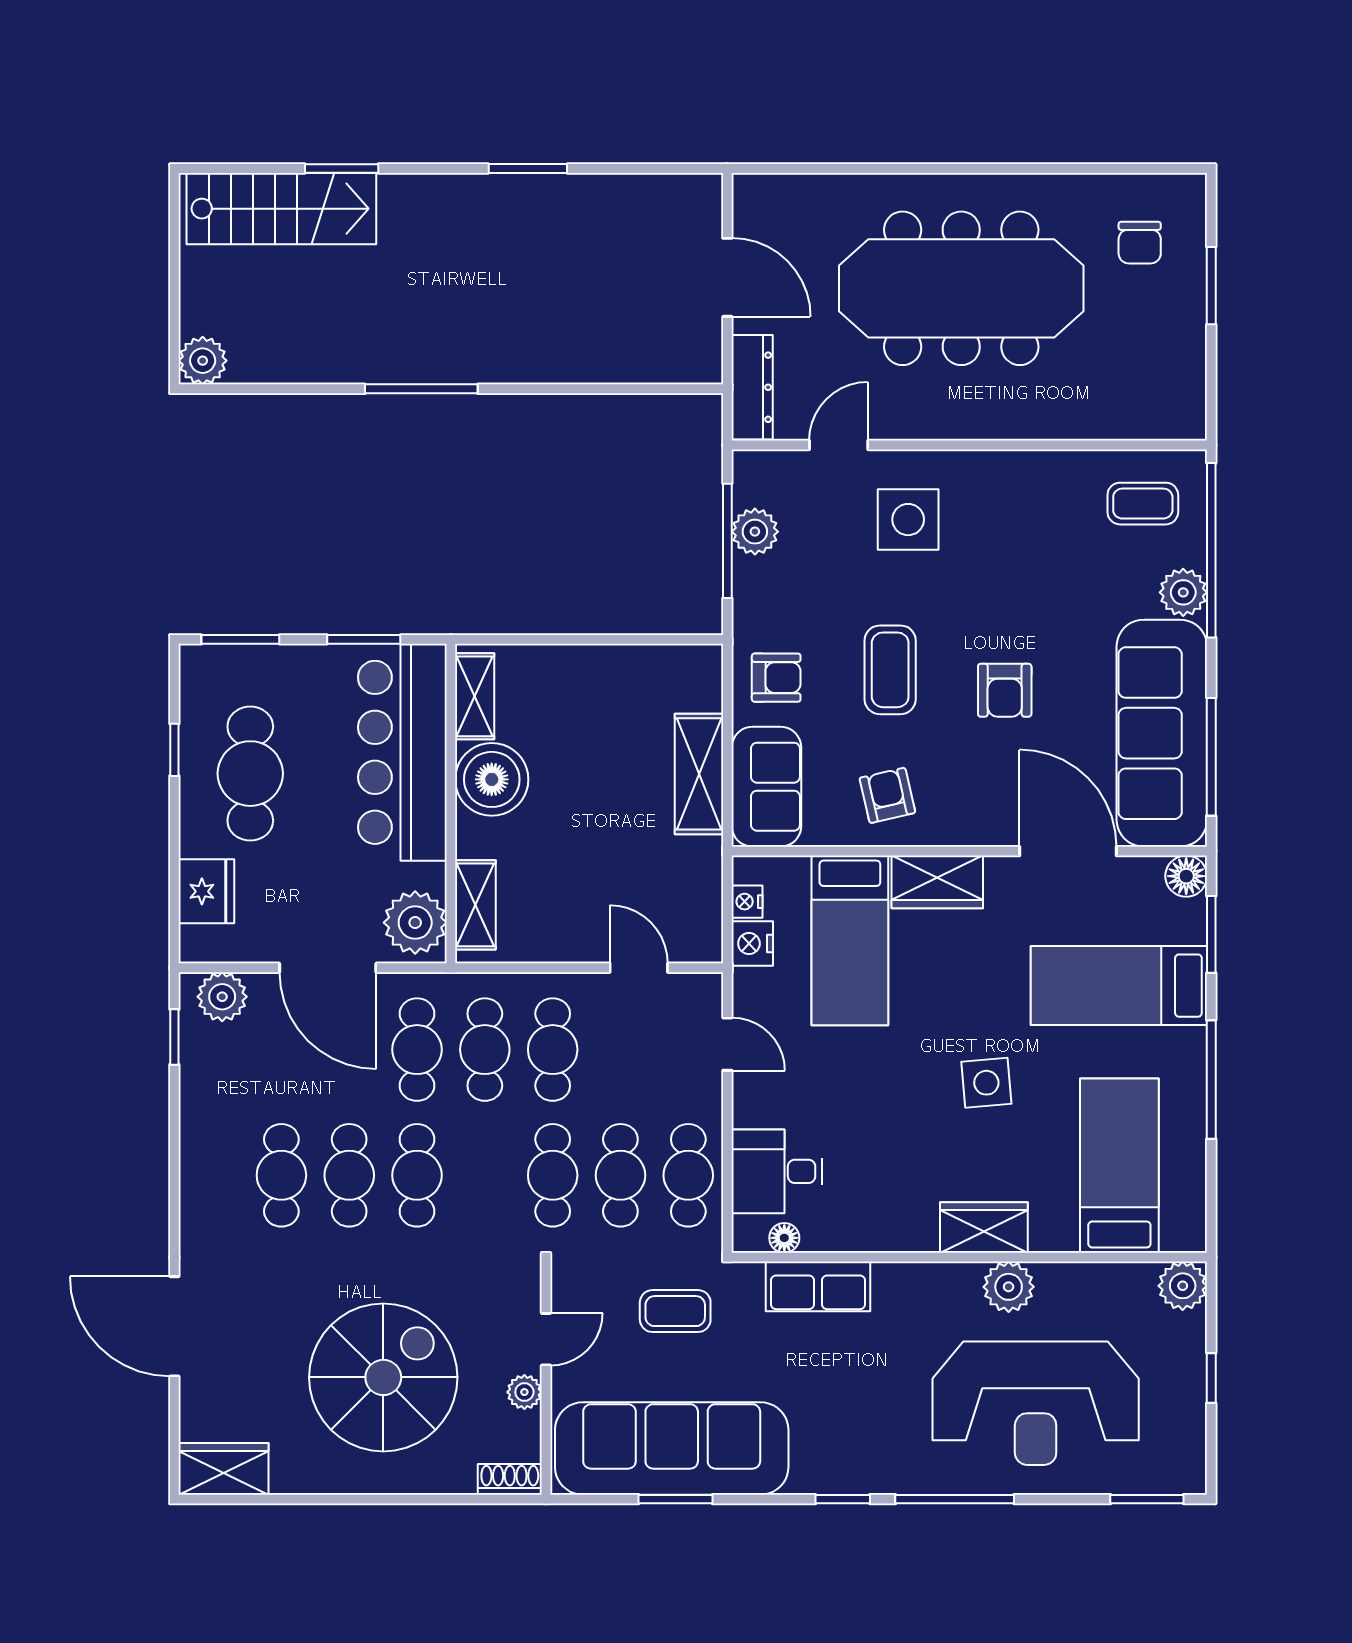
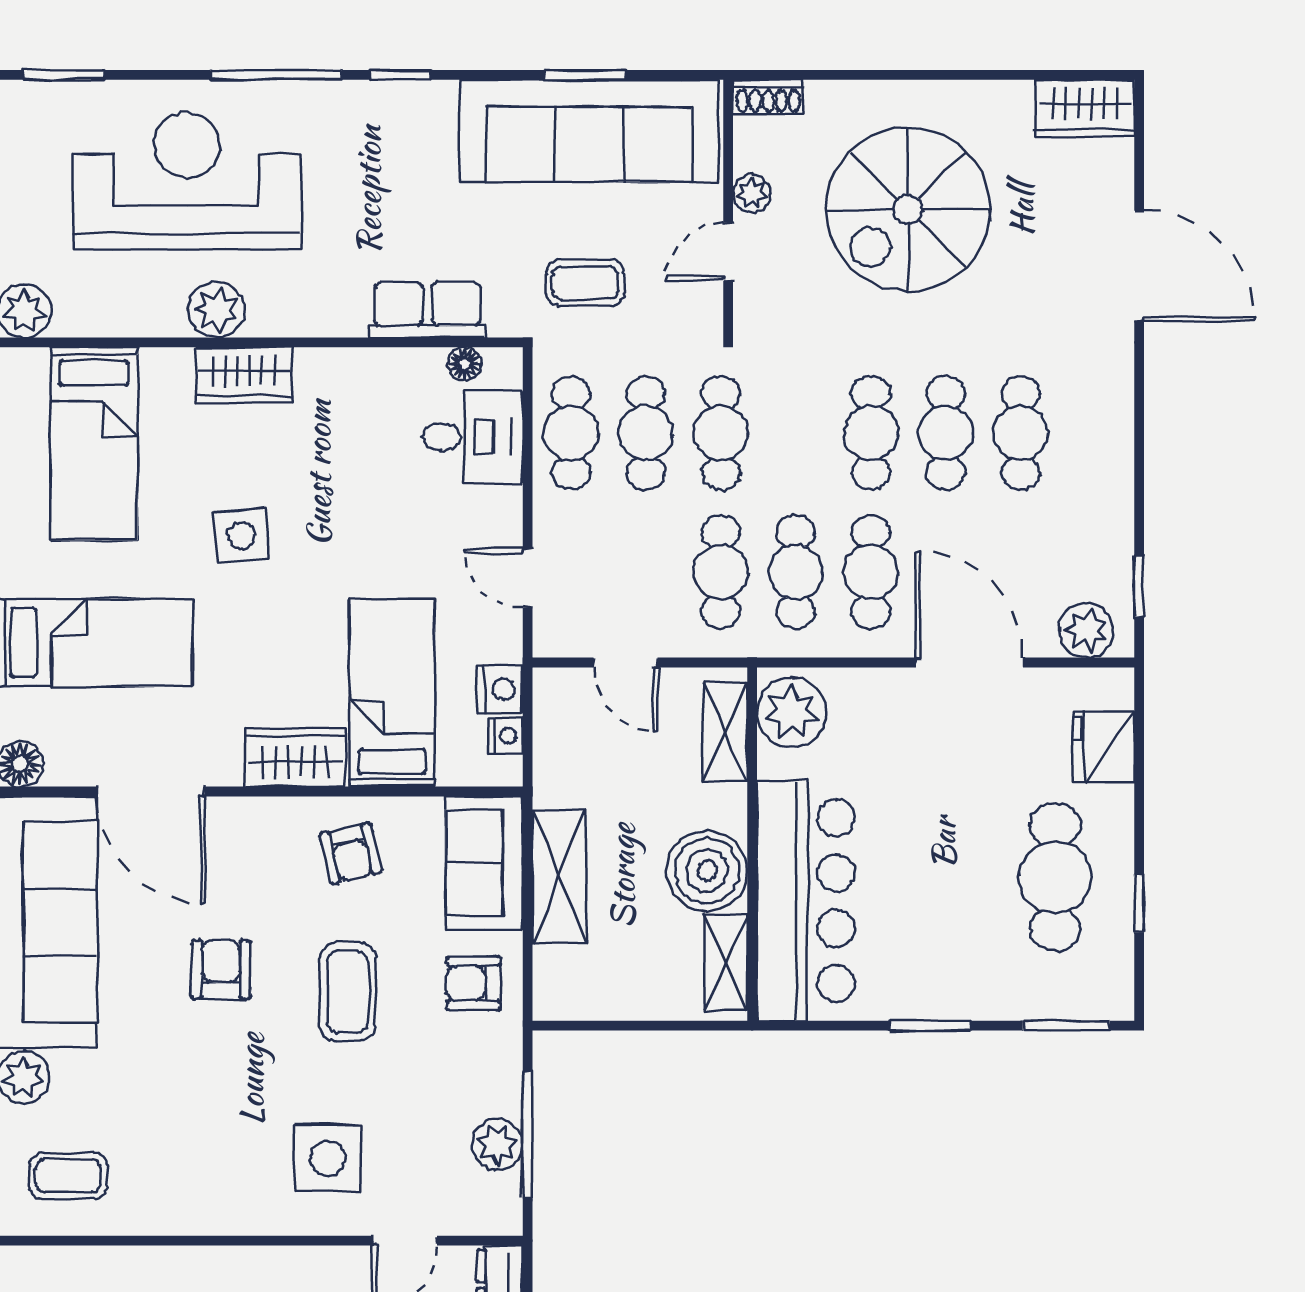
shelving: (475, 696) -> (726, 963), moved
bar counter: (402, 752) -> (806, 901), moved
boiler: (492, 779) -> (707, 871), moved
wall: (451, 804) -> (752, 844), moved
shelving: (475, 905) -> (725, 732), moved
plant: (415, 923) -> (792, 712), moved

